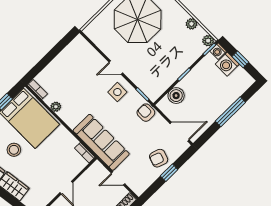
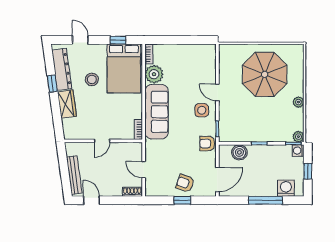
plant: (191, 24) -> (298, 102), moved
washing machine: (227, 64) -> (286, 188), moved, turned 90
plant: (56, 107) -> (154, 74), width x1.88, depth x1.88
armchair: (146, 113) -> (207, 144), turned -90
door: (180, 132) -> (217, 180), hinge flipped
sofa: (101, 142) -> (157, 112), moved

